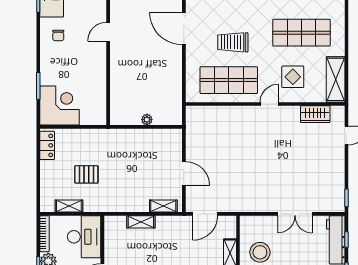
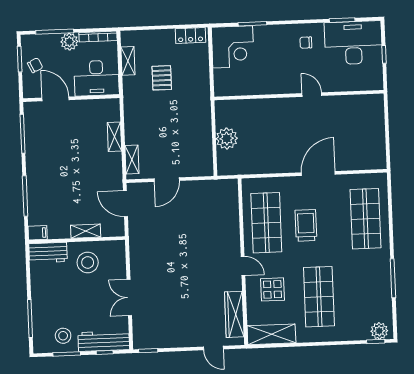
wardrobe: (315, 114) -> (234, 314), width x1.50
plant: (147, 120) -> (227, 139), width x1.87, depth x1.87

